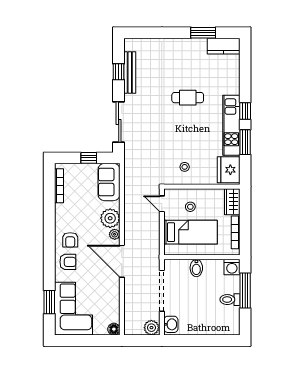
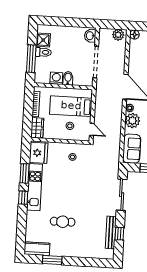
cafe table: (188, 98) -> (63, 222), moved
washing machine: (232, 267) -> (56, 78), moved
shower: (231, 315) -> (43, 40), added
plant: (151, 328) -> (118, 35), moved

